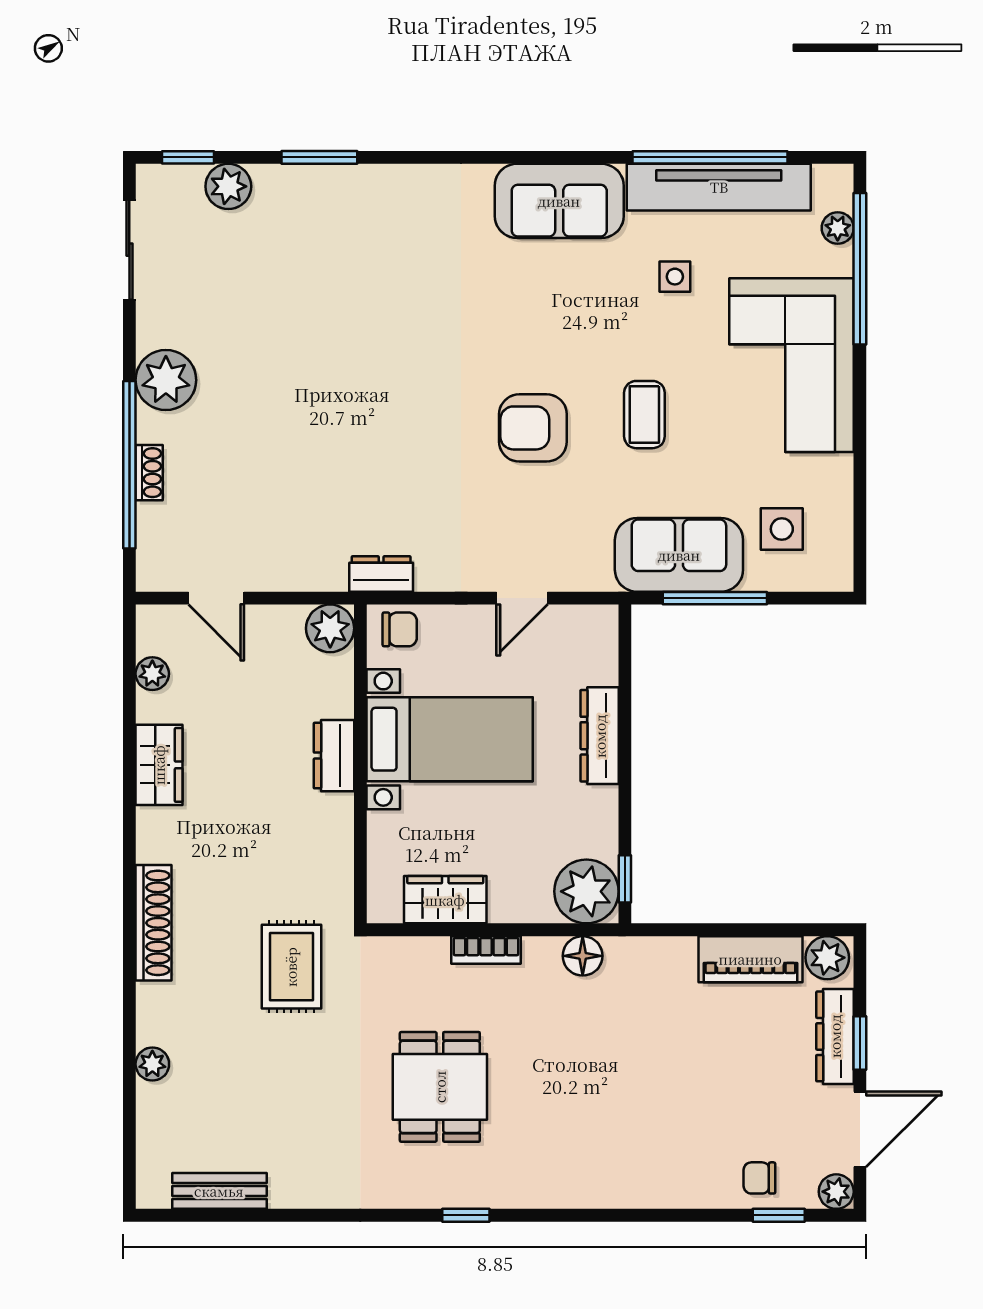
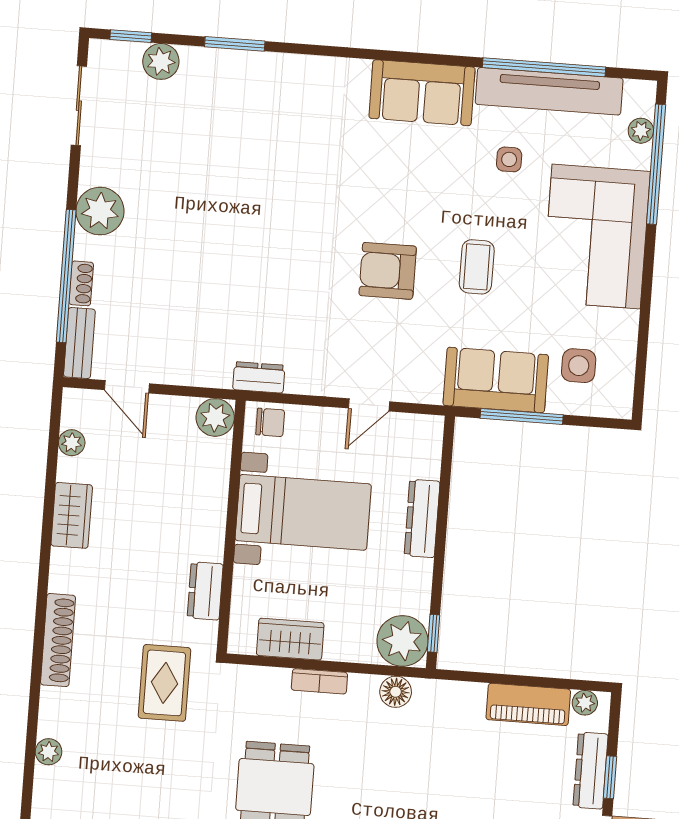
bench: (153, 548) -> (79, 343), added
dresser: (334, 756) -> (205, 591), moved
plant: (827, 958) -> (585, 703), width x0.73, depth x0.73

